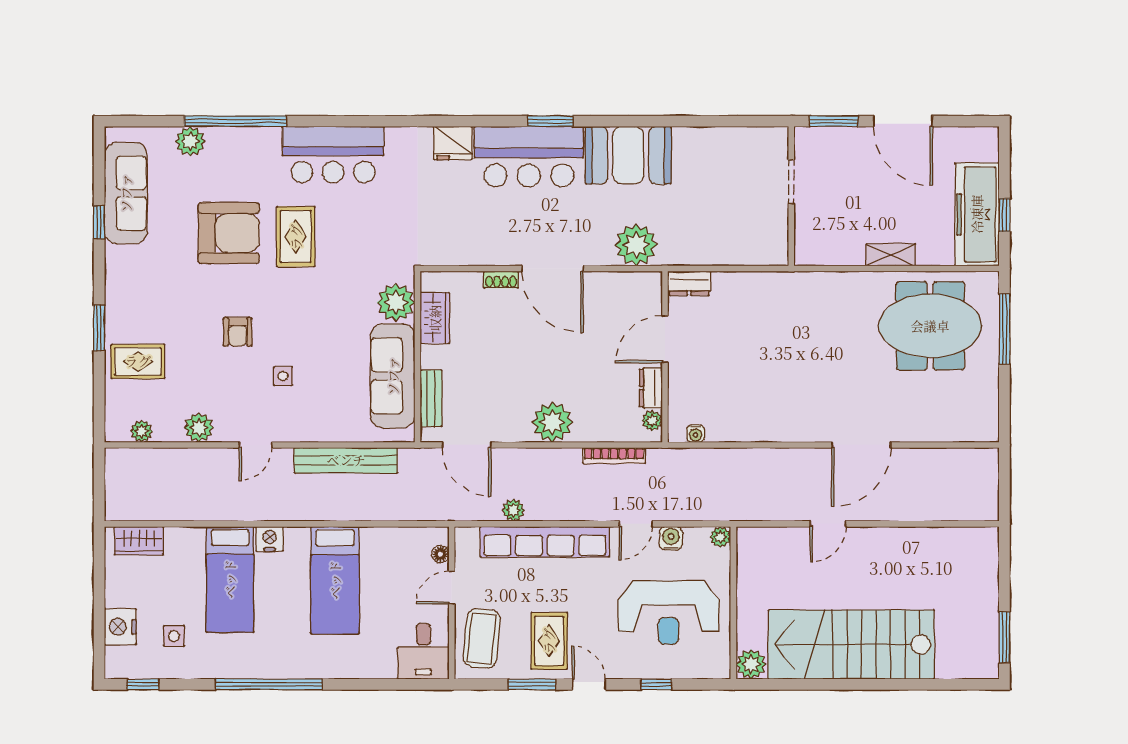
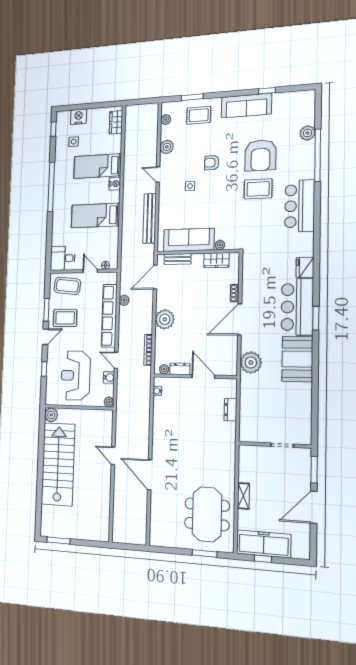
sofa: (126, 193) -> (246, 106), moved
dresser: (689, 283) -> (230, 410), moved
plant: (396, 302) -> (220, 245), width x0.53, depth x0.53
window: (99, 328) -> (192, 97), moved
window: (1004, 329) -> (205, 553), width x0.69
rug: (138, 361) -> (199, 115), turned 90

